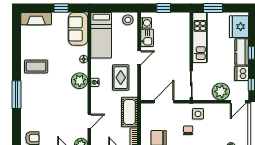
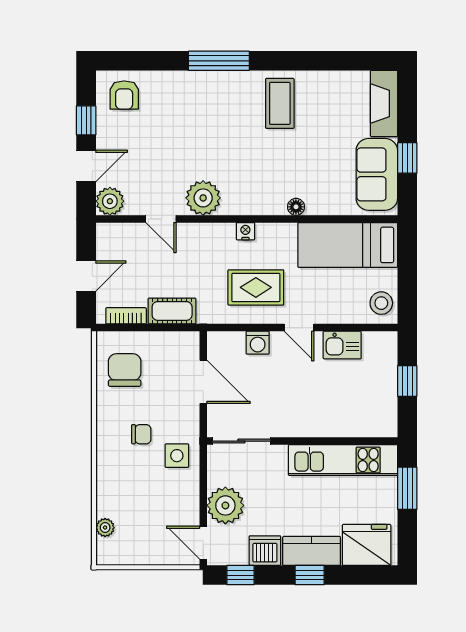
washing machine: (146, 23) -> (258, 343), moved
sofa: (78, 29) -> (377, 174), moved, turned -90
plant: (80, 81) -> (203, 198), moved
cot: (129, 112) -> (172, 311), width x0.73, depth x0.75

